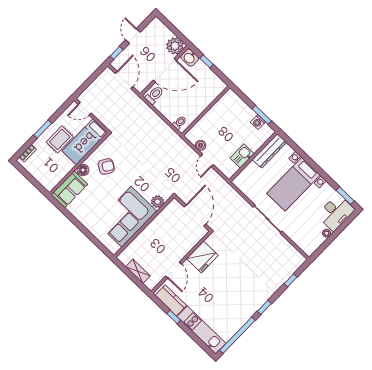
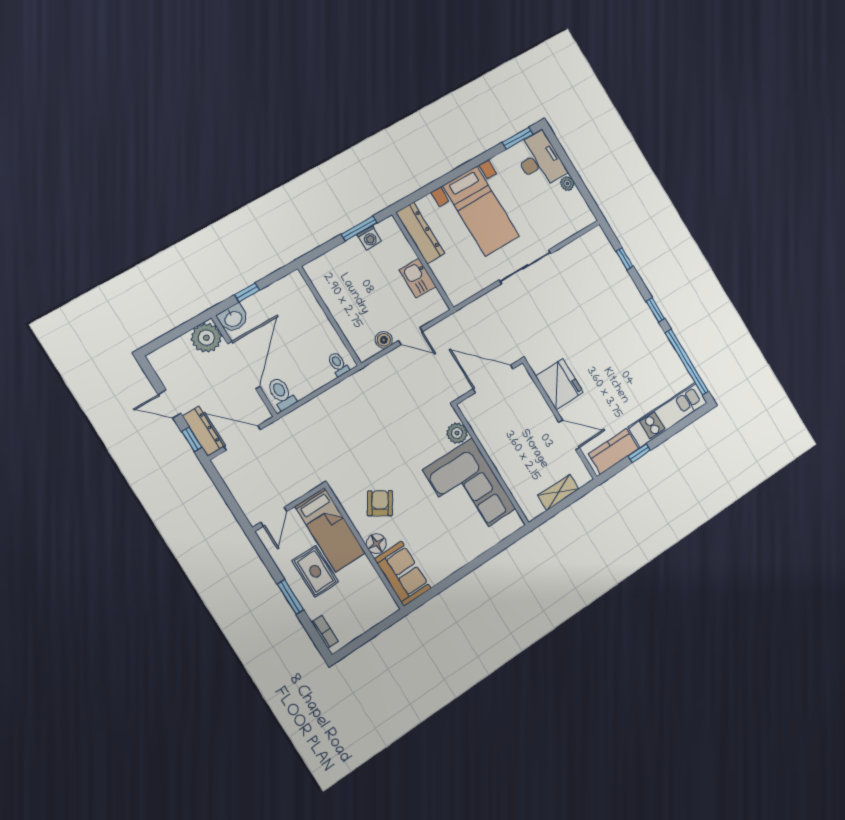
dresser: (122, 58) -> (203, 431), added

